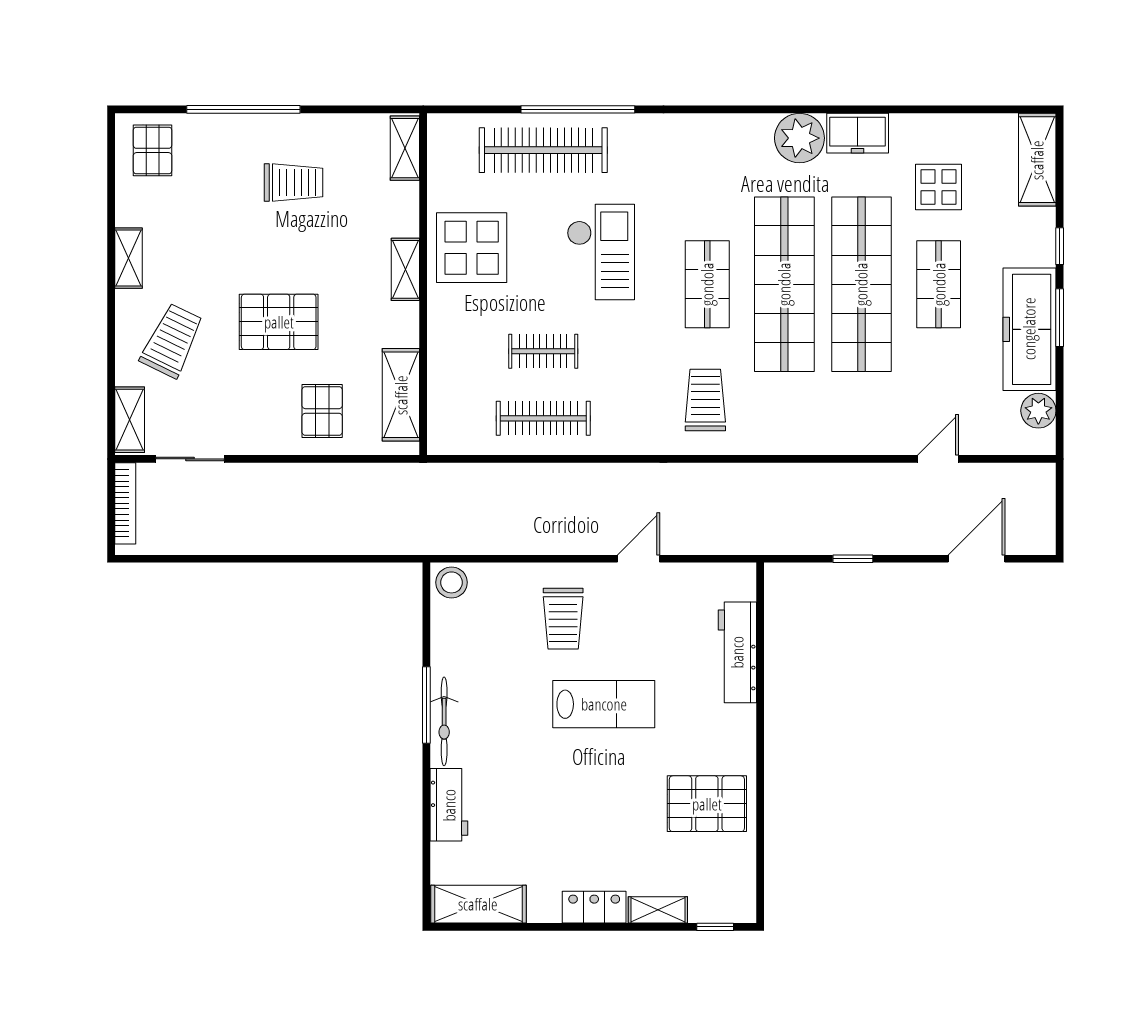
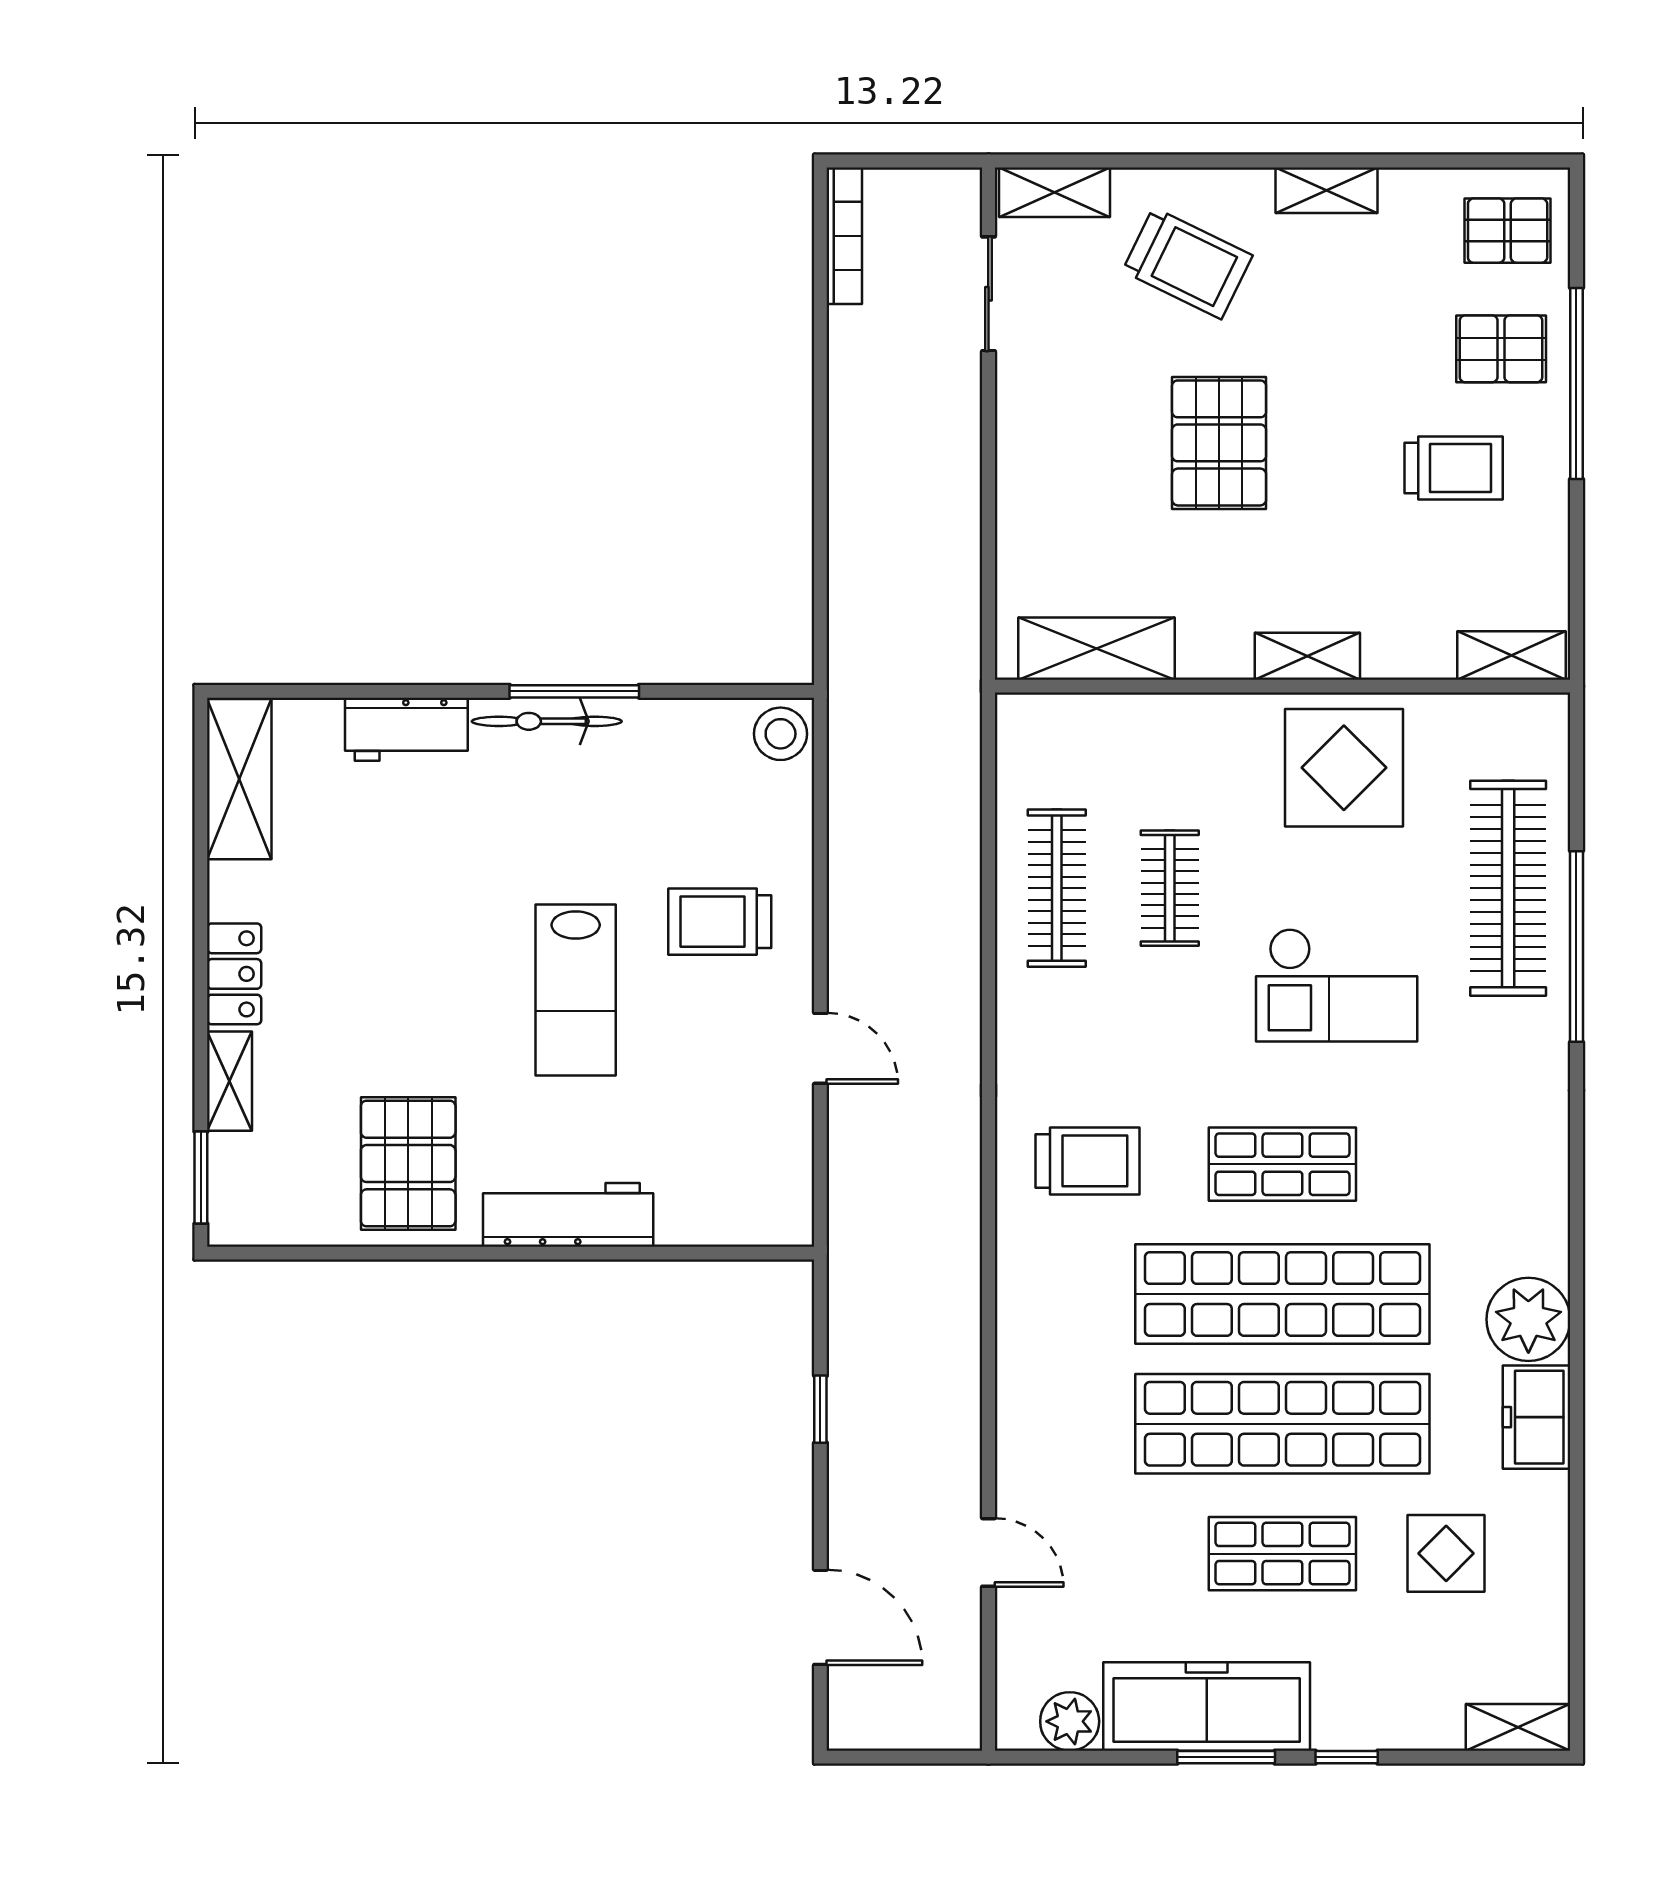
shelving: (1037, 160) -> (1518, 1727), width x0.67, depth x0.75
trolley: (294, 182) -> (1454, 468), turned -90
pallet: (322, 411) -> (1501, 349), moved
bookcase: (125, 503) -> (844, 236), moved, turned -90
workbench: (737, 652) -> (568, 1215), moved
window: (715, 927) -> (201, 1178), width x1.50

